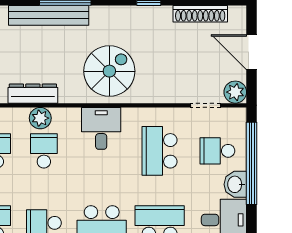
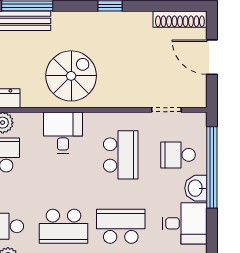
shoe rack: (200, 14) -> (180, 19), moved
plant: (235, 92) -> (196, 97), removed
school desk: (160, 151) -> (121, 155), turned 180

